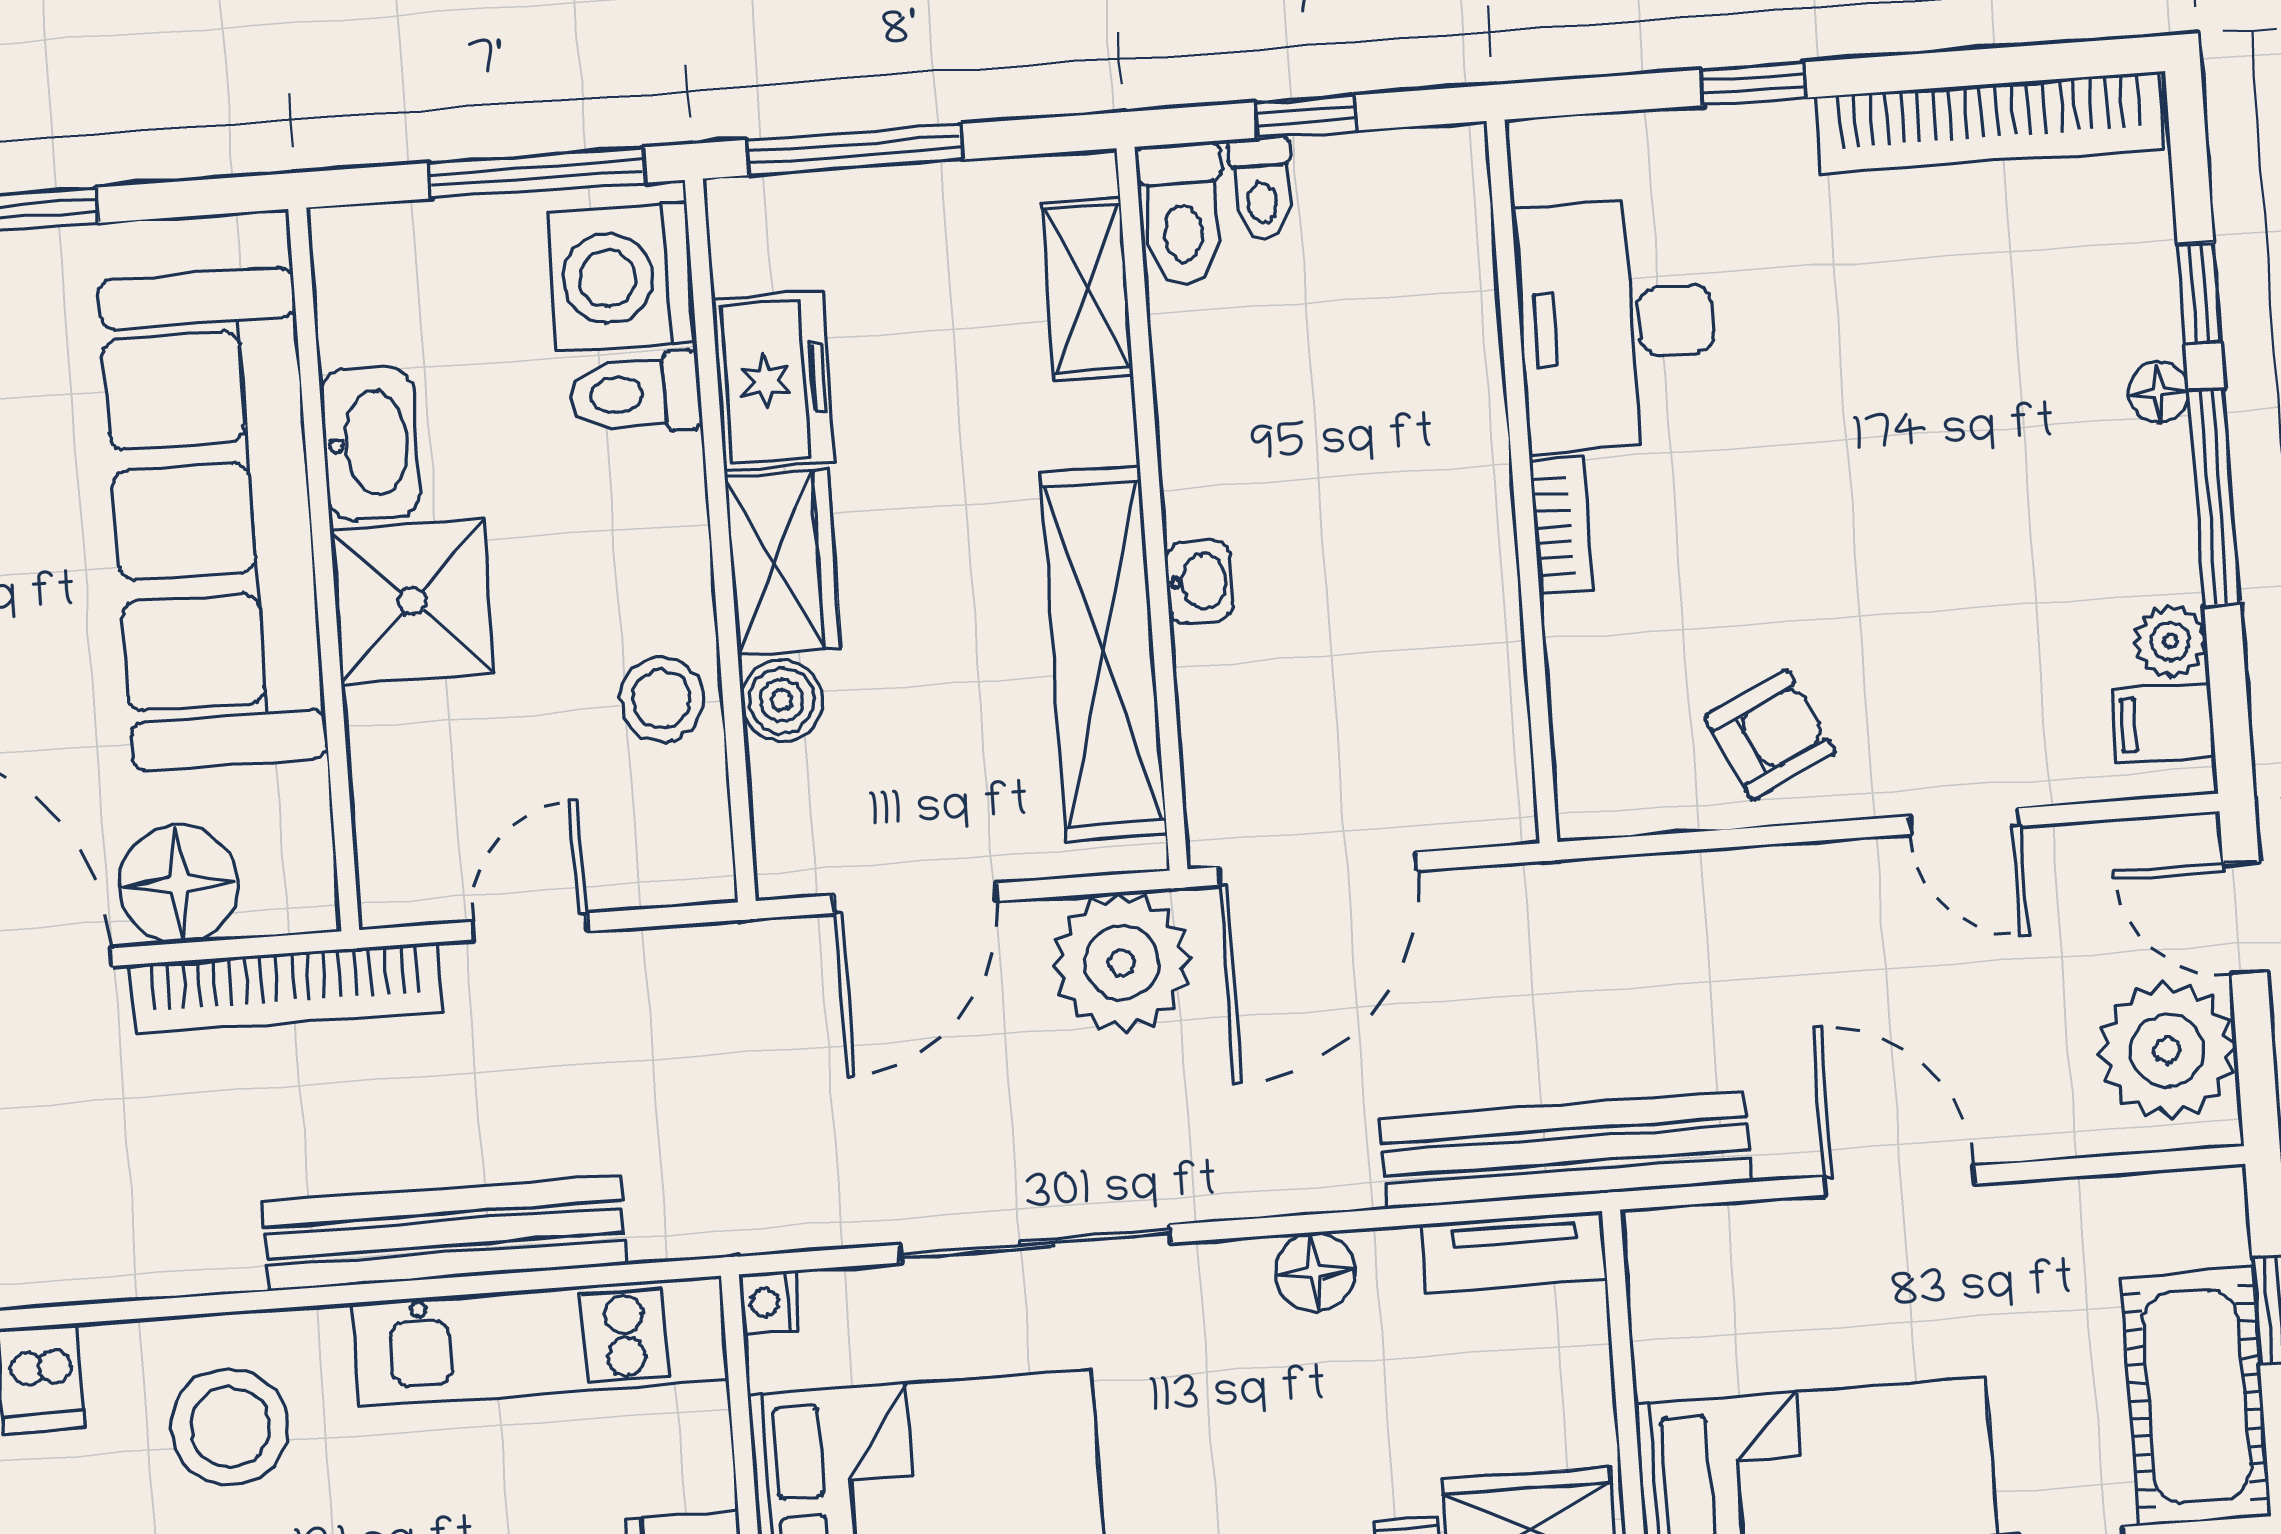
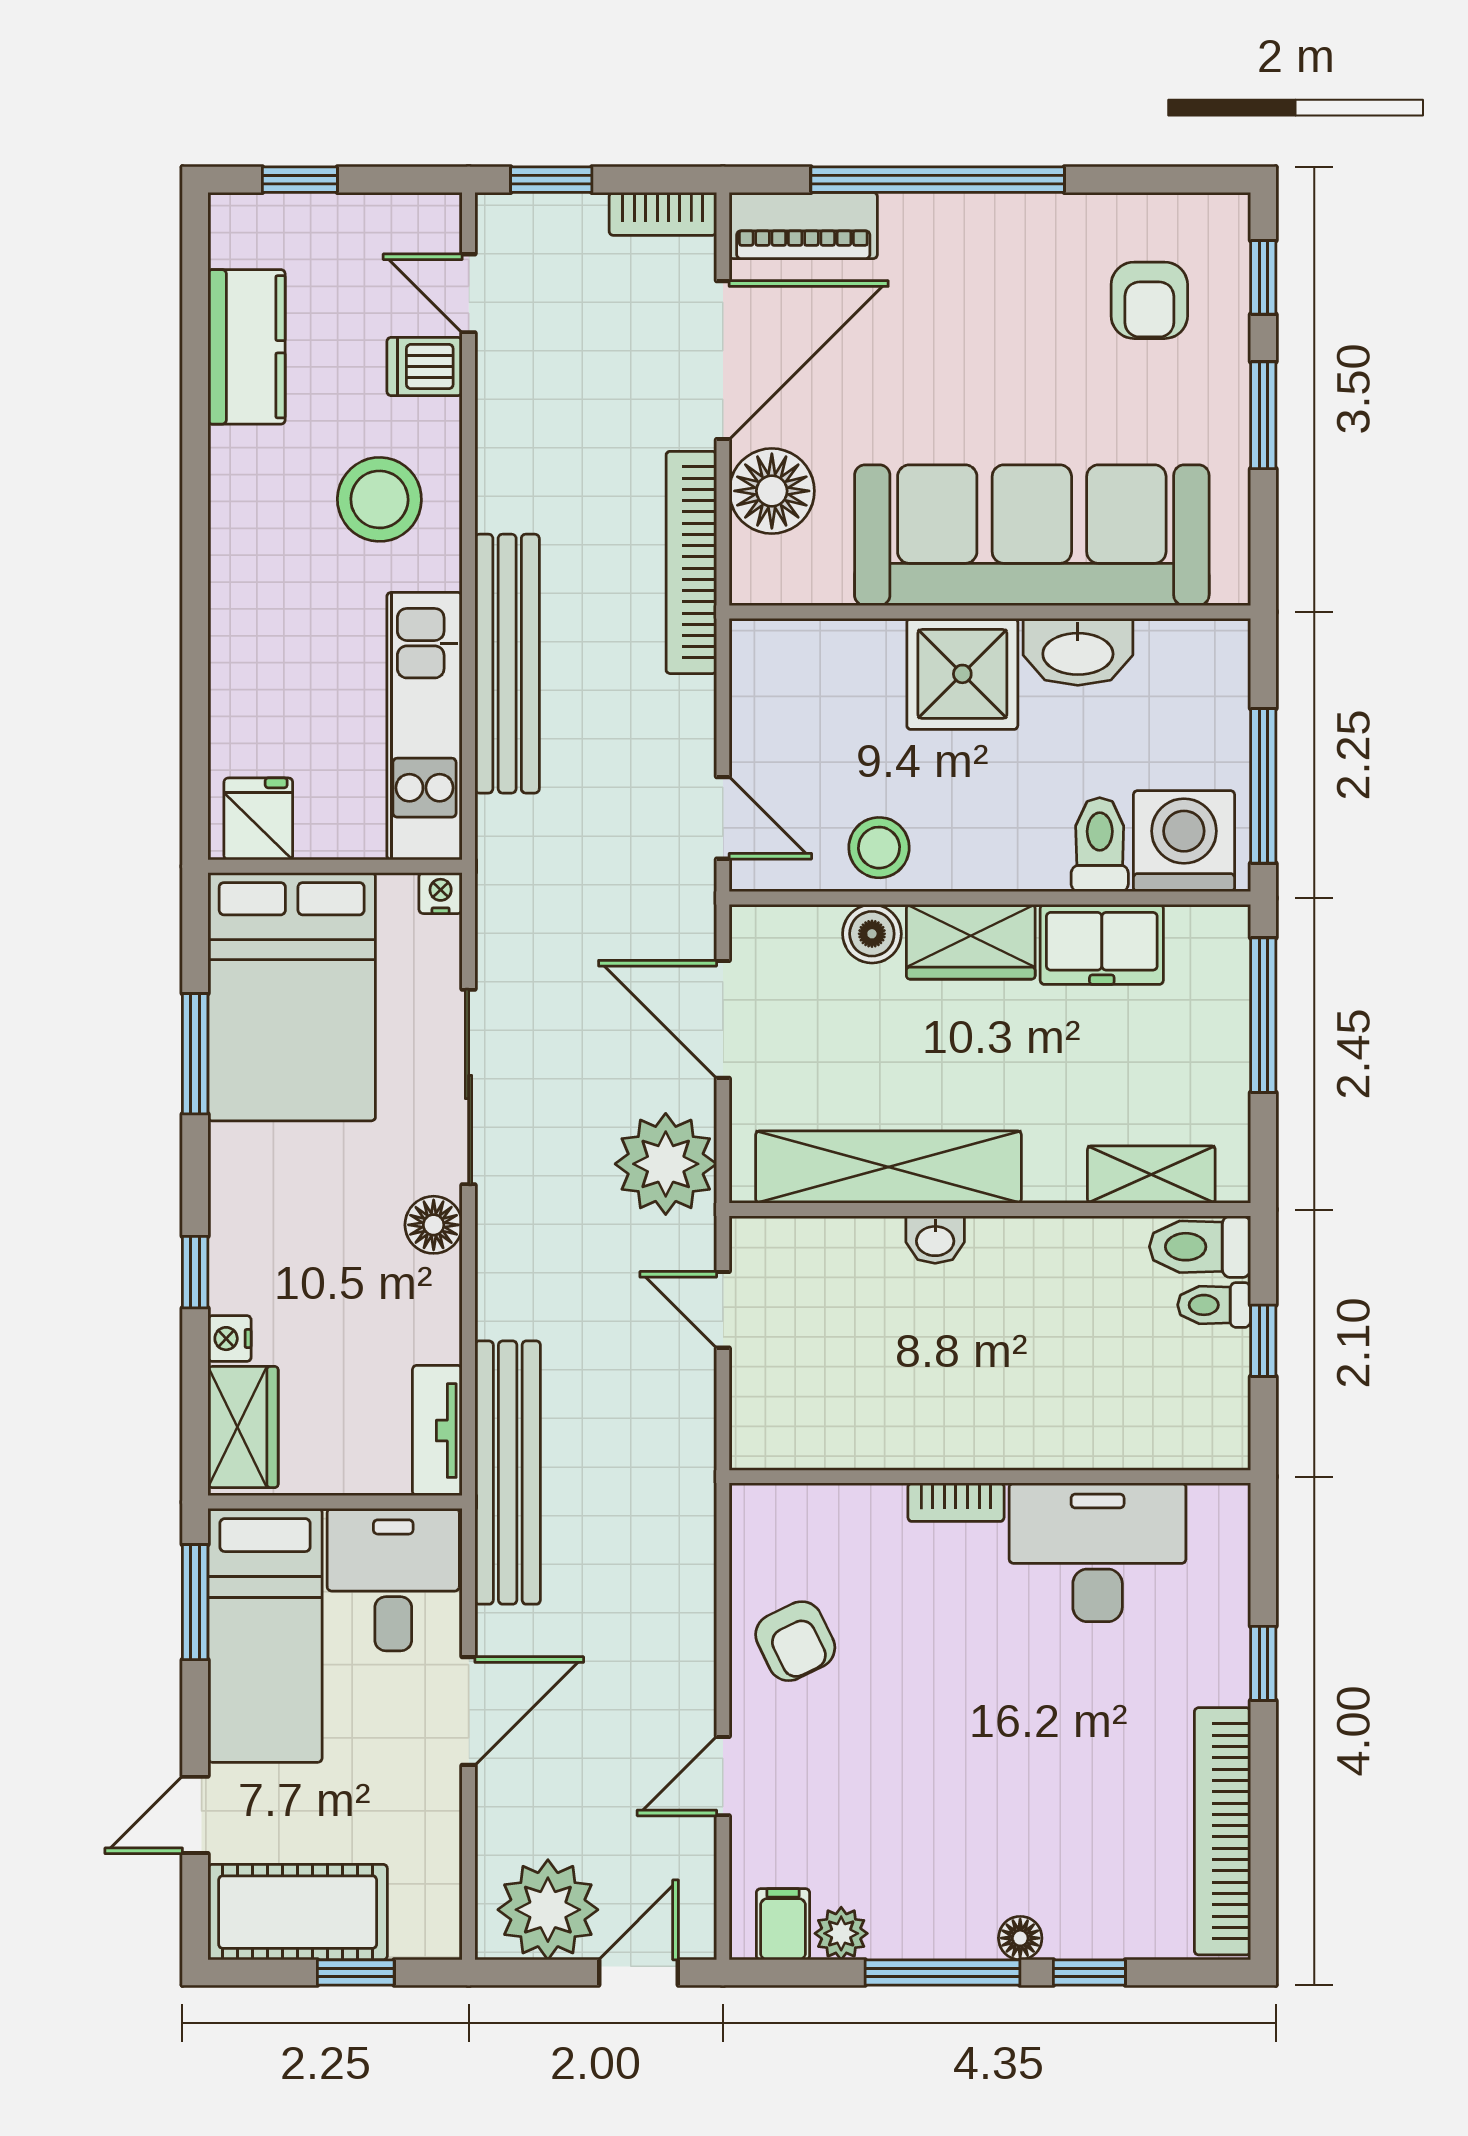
door: (1318, 869) -> (723, 1310), width x0.53
door: (530, 926) -> (723, 818), moved
floor lamp: (1315, 1272) -> (434, 1225), moved
desk: (1726, 1298) -> (393, 1580), added

